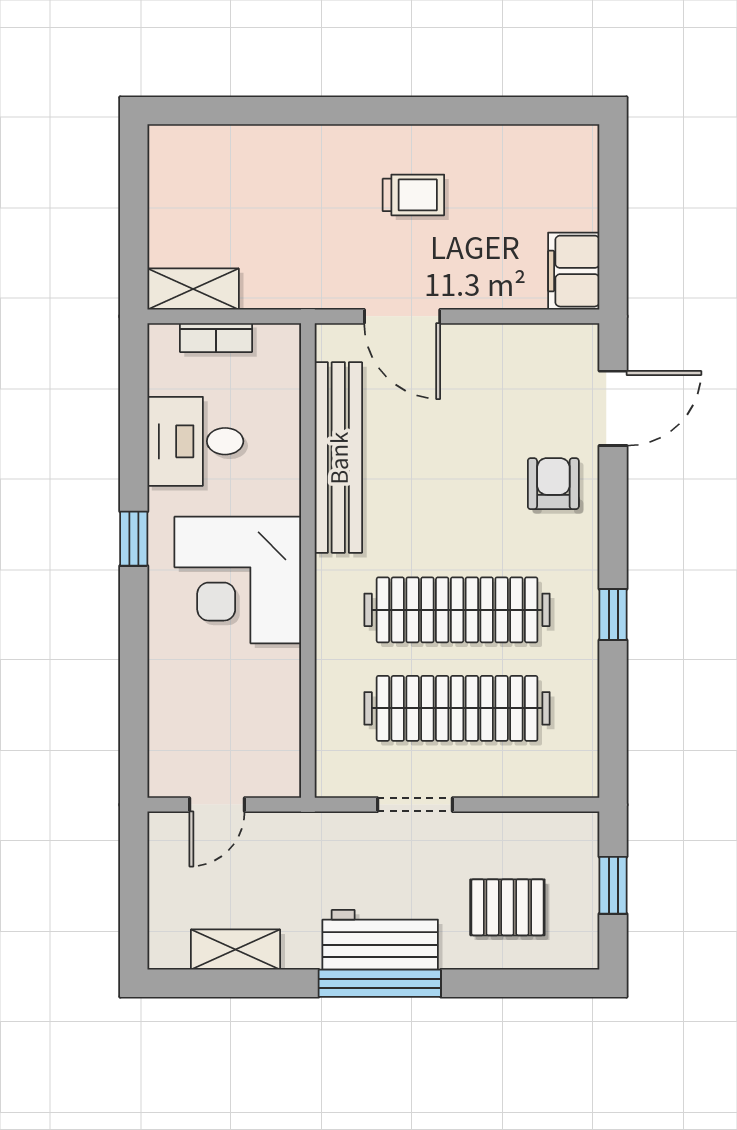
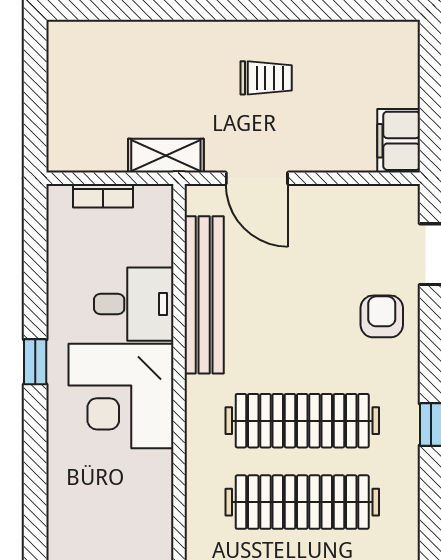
shelving: (193, 289) -> (166, 156), moved
desk: (195, 441) -> (134, 304), moved, turned 180

